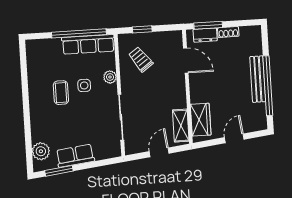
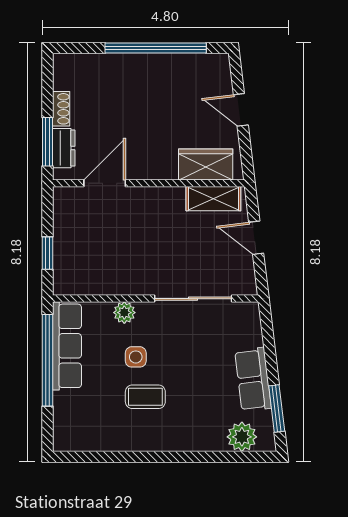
trolley: (141, 59) -> (98, 259), removed
bench: (258, 79) -> (144, 64), removed

